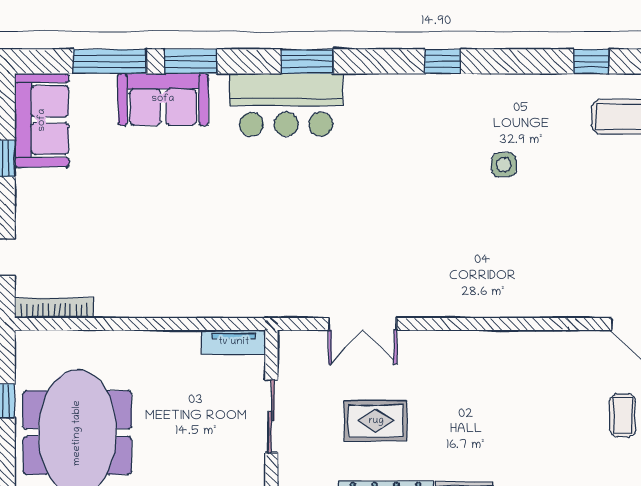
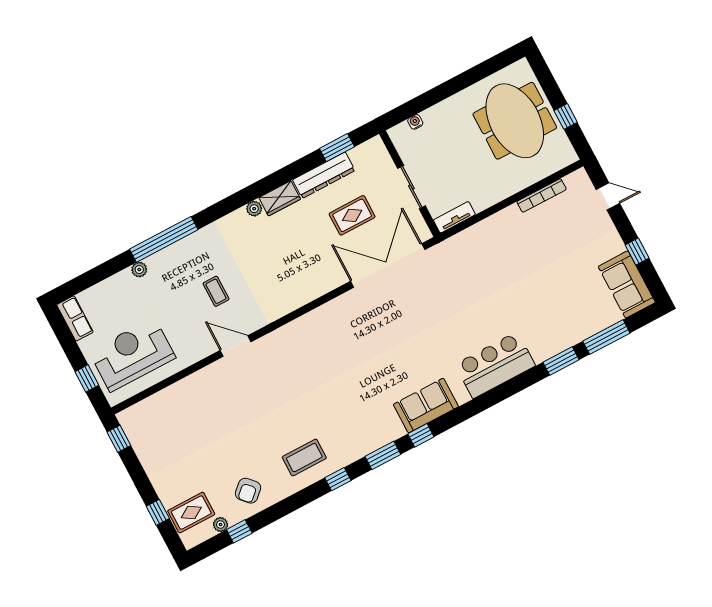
window: (307, 61) -> (383, 455), moved
sofa: (163, 99) -> (426, 406), moved
side table: (504, 165) -> (356, 396), removed
bookcase: (54, 308) -> (542, 195), moved
double door: (363, 324) -> (388, 265), width x1.87

